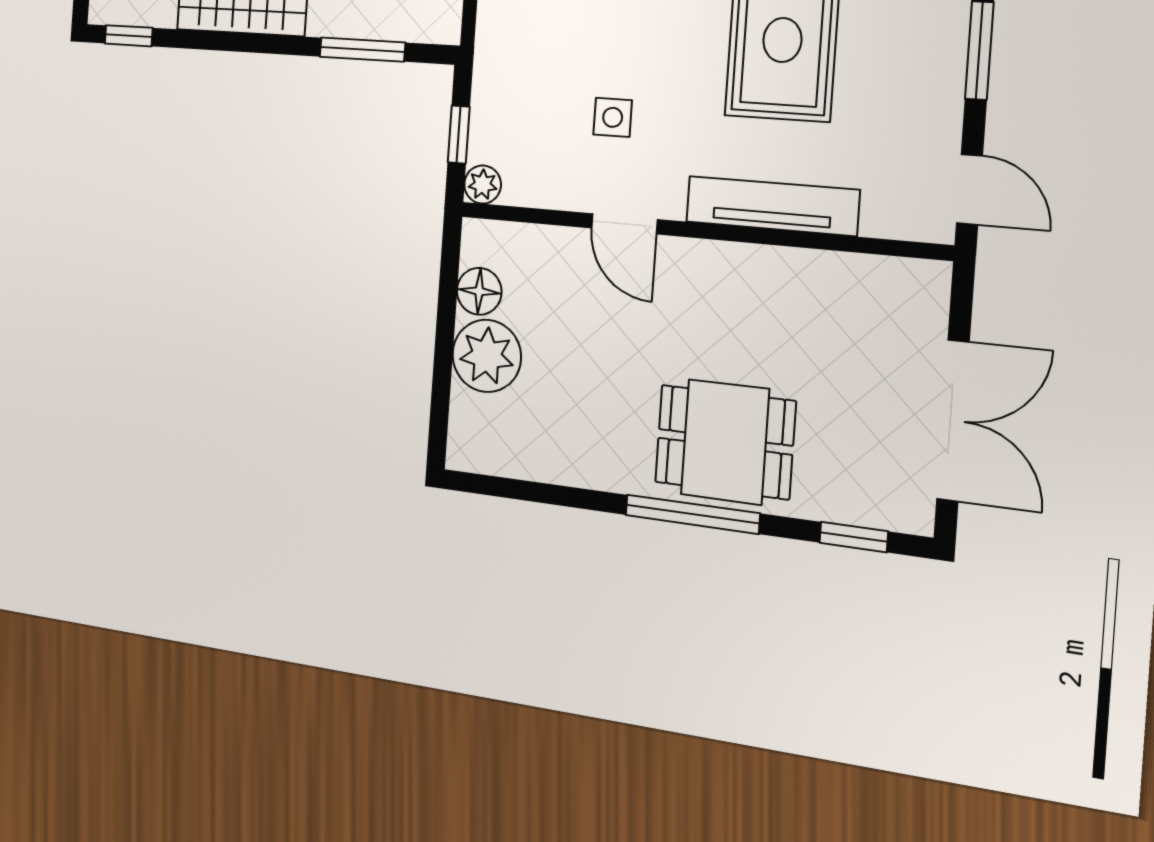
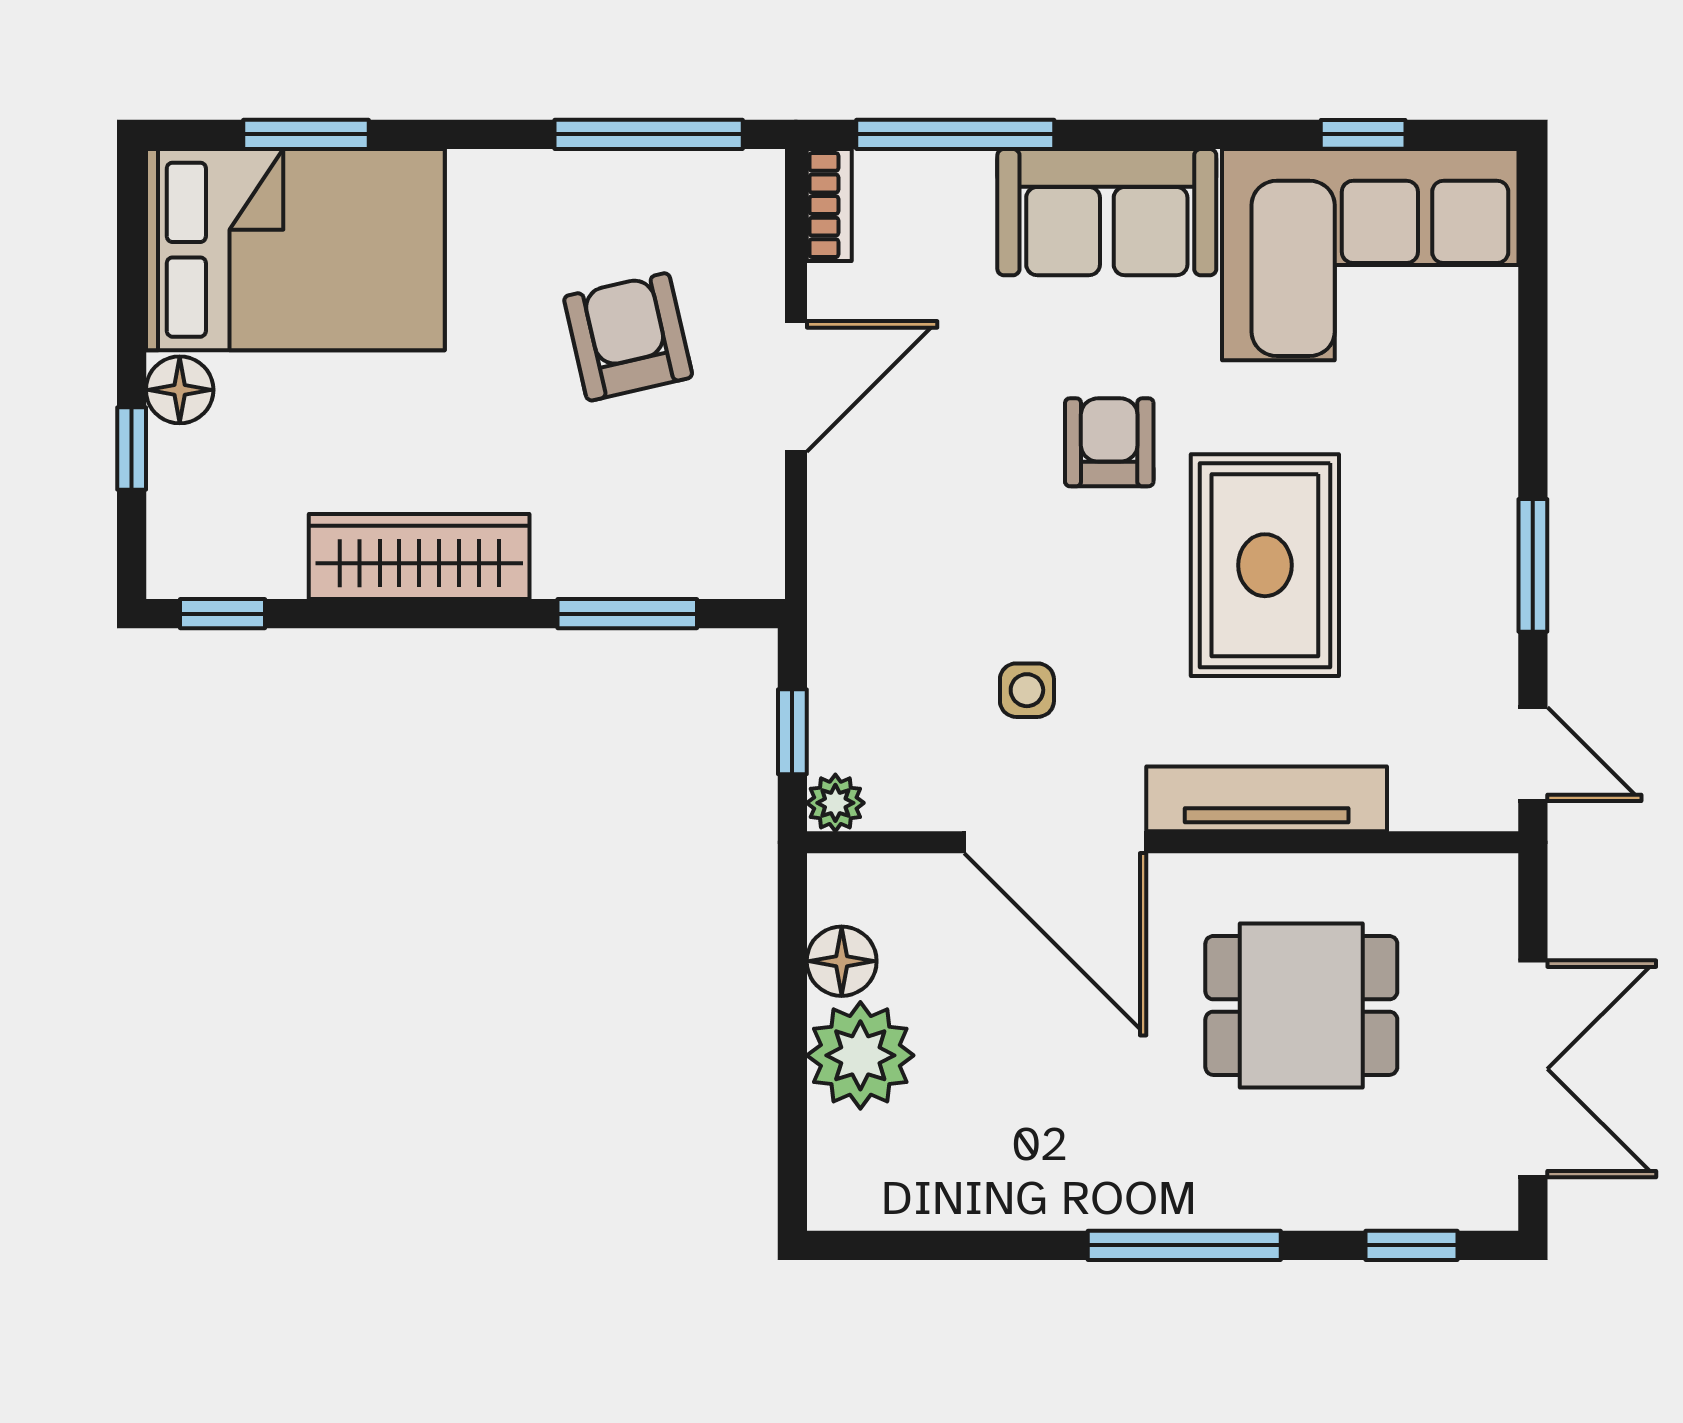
door: (624, 224) -> (1055, 842), width x1.87
dining table: (725, 442) -> (1301, 1005), moved

